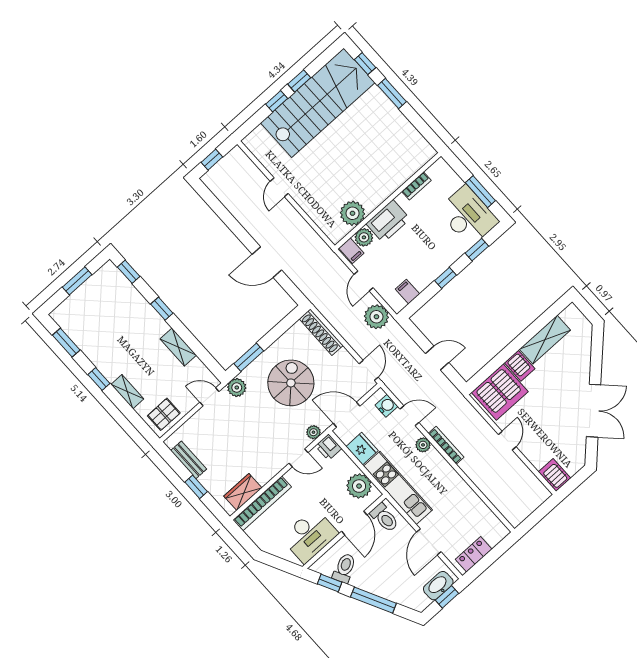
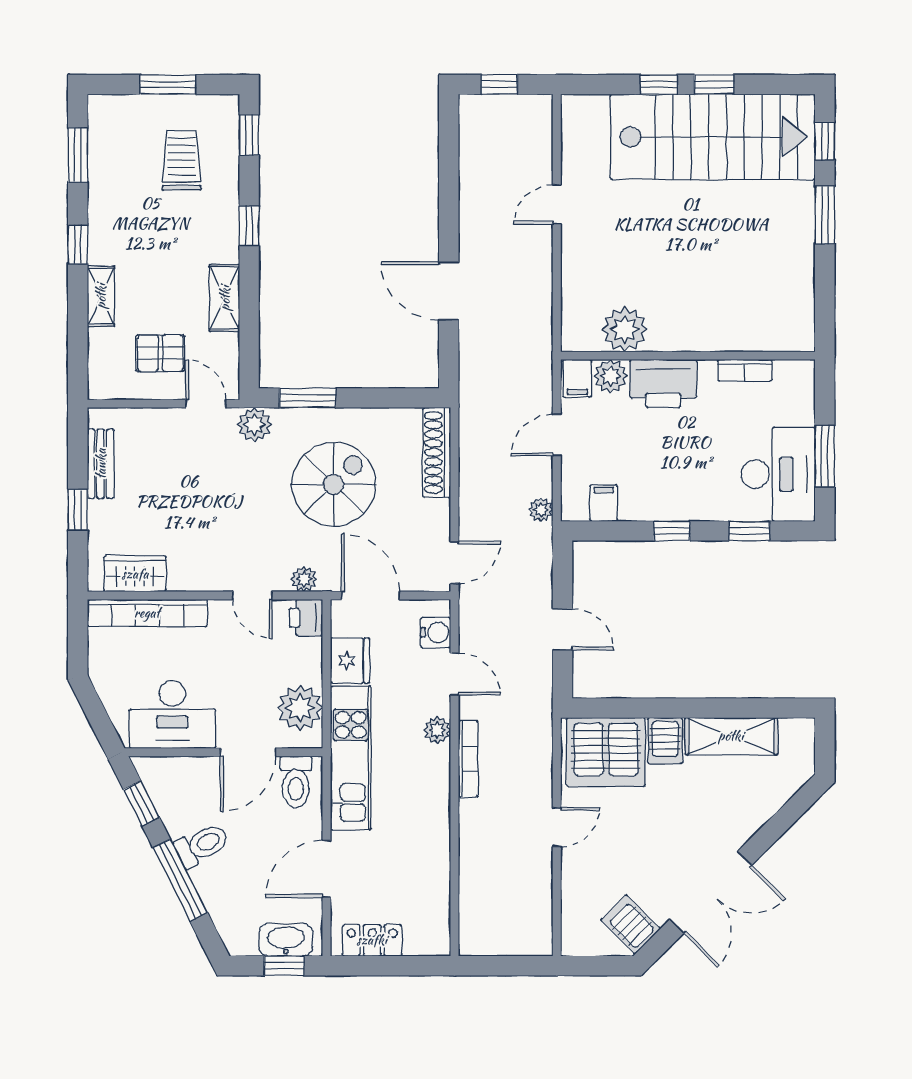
trolley: (110, 307) -> (182, 160), added
plant: (376, 317) -> (541, 510), width x0.53, depth x0.53
pallet: (164, 414) -> (160, 353), moved
server rack: (555, 475) -> (630, 924), moved, turned -45
toilet: (344, 568) -> (202, 845), moved

